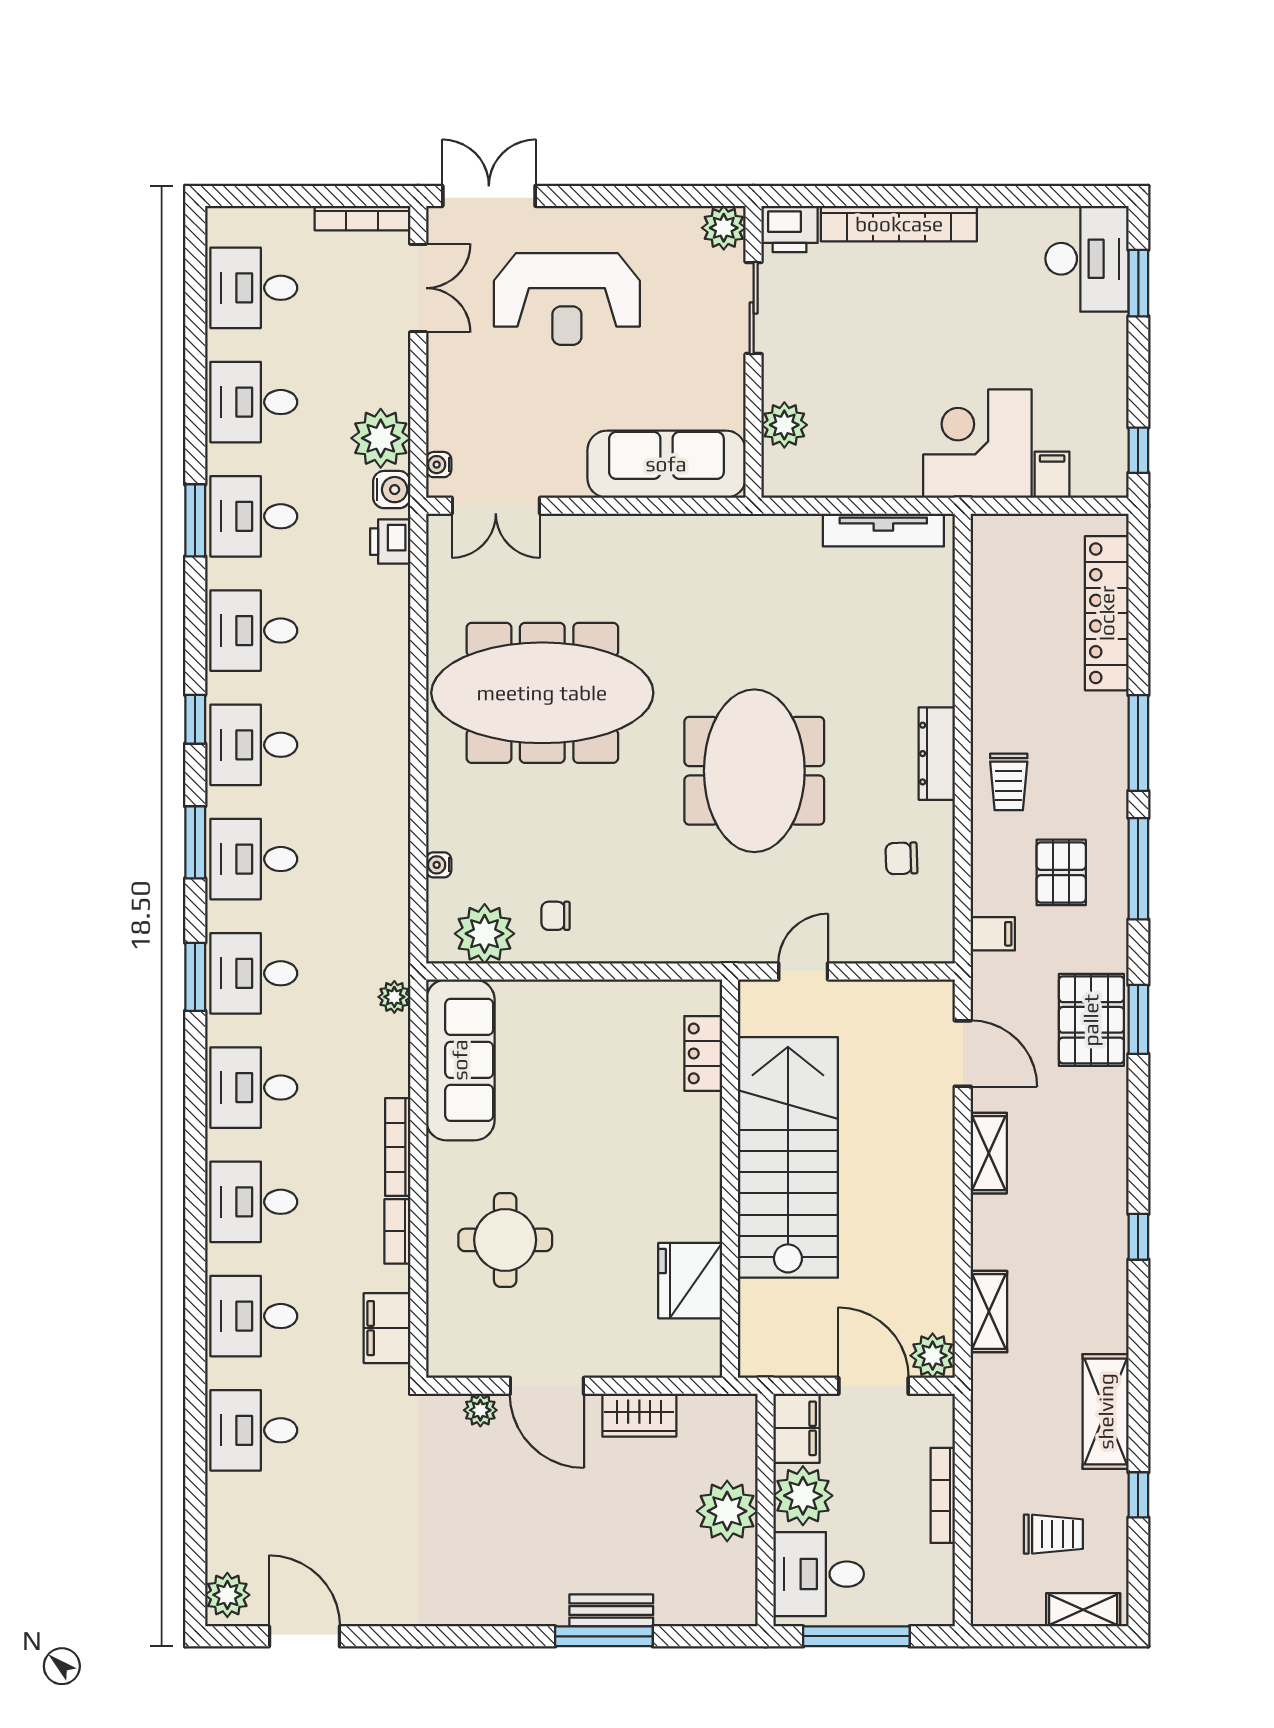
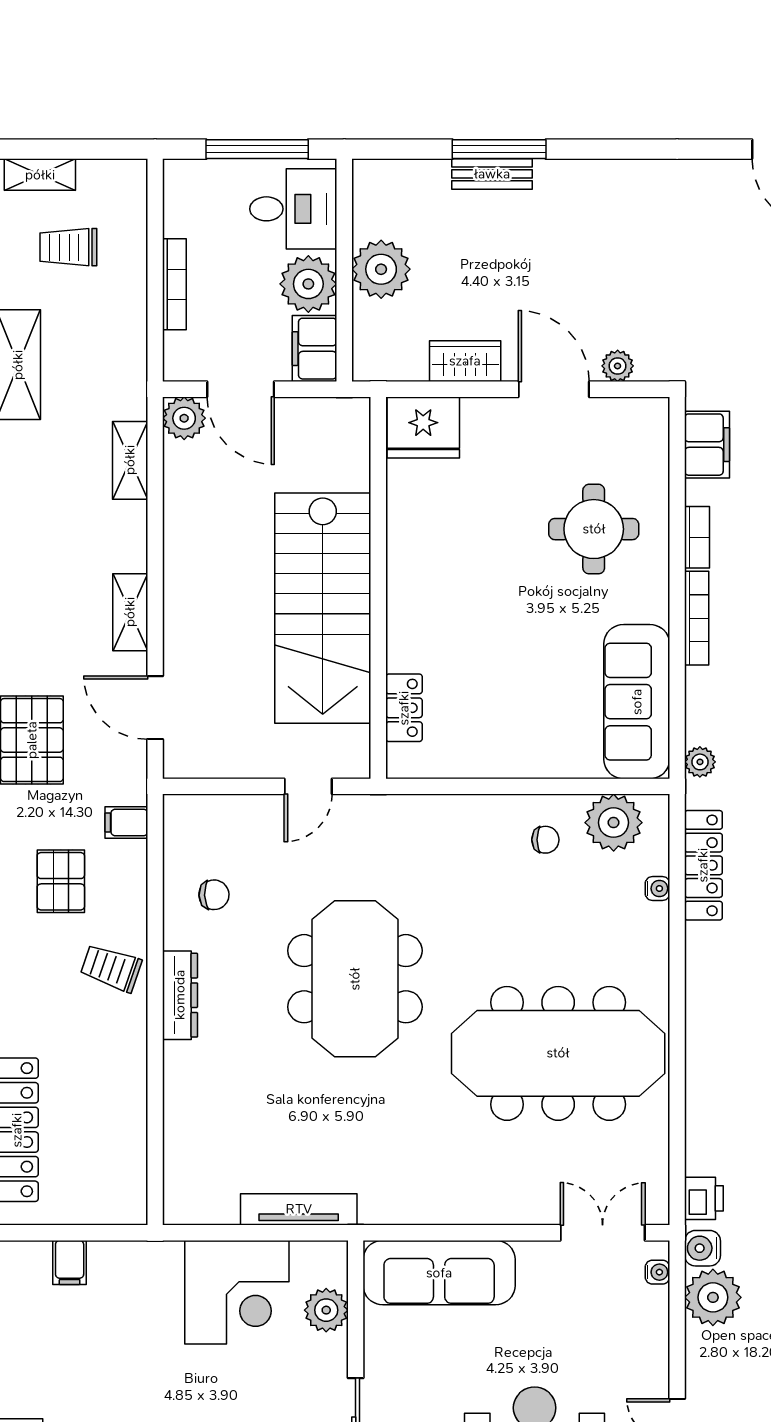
corner desk: (977, 444) -> (237, 1292), moved
tv unit: (883, 530) -> (299, 1209), moved
trolley: (1009, 782) -> (111, 968), turned -71
locker: (391, 889) -> (703, 865), added
fridge: (690, 1281) -> (423, 427), moved, turned 90

